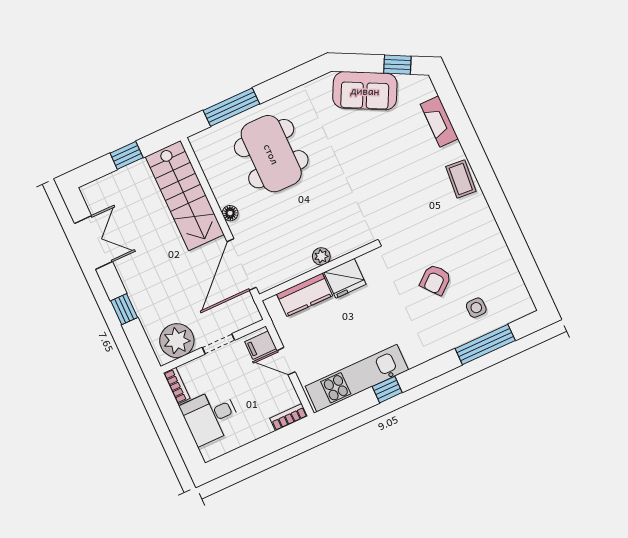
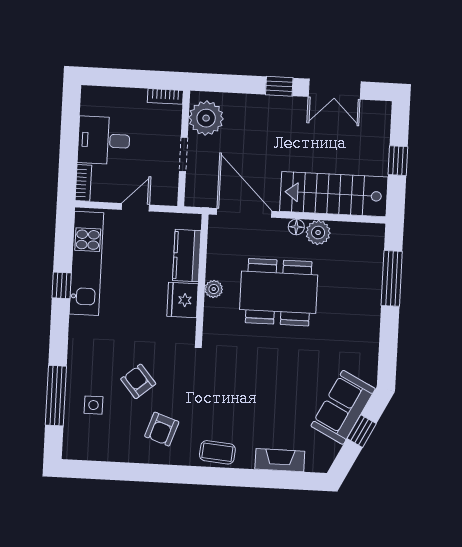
window: (397, 65) -> (362, 431), moved
dining table: (271, 154) -> (279, 292), moved
plant: (225, 192) -> (318, 233), added
armchair: (466, 238) -> (162, 429), added
window: (124, 309) -> (279, 86), moved
filing cabinet: (261, 345) -> (162, 192), removed
desk: (211, 416) -> (104, 140), moved, turned -90

